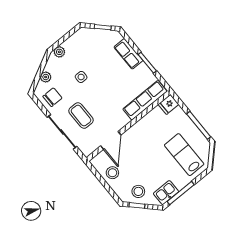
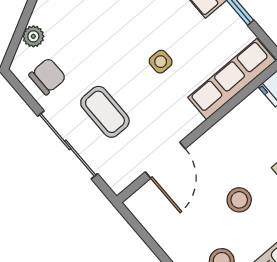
side table: (81, 77) -> (161, 62), moved
stool: (112, 173) -> (239, 200), moved

